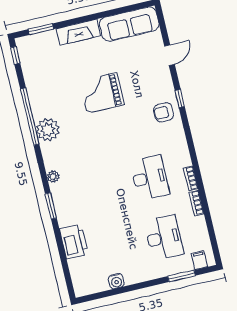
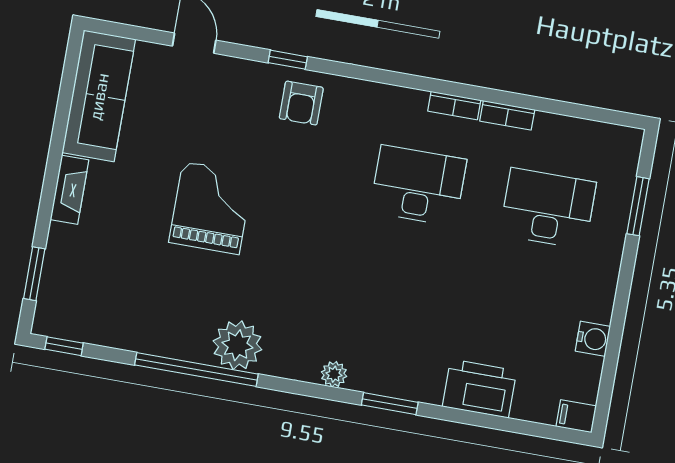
fireplace: (78, 32) -> (70, 190), width x0.73, depth x0.76
grand piano: (102, 93) -> (211, 208), turned 180
filing cabinet: (199, 260) -> (576, 416), moved

